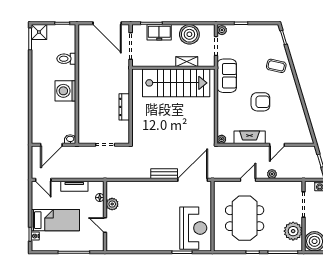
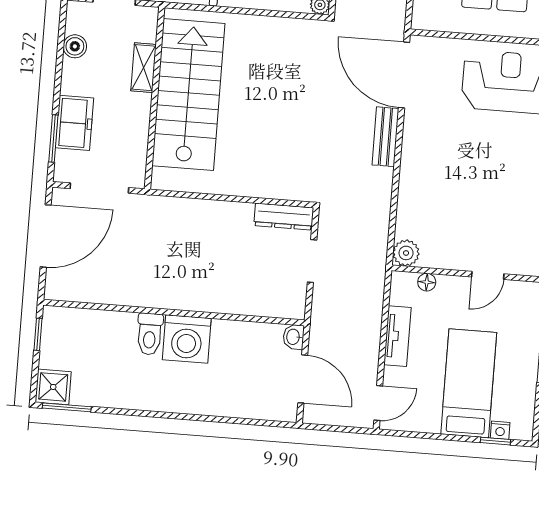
boiler: (189, 34) -> (75, 46), width x0.54, depth x0.54
toilet: (66, 59) -> (150, 334), moved
dresser: (124, 107) -> (284, 217), moved
plant: (112, 204) -> (406, 253), moved

